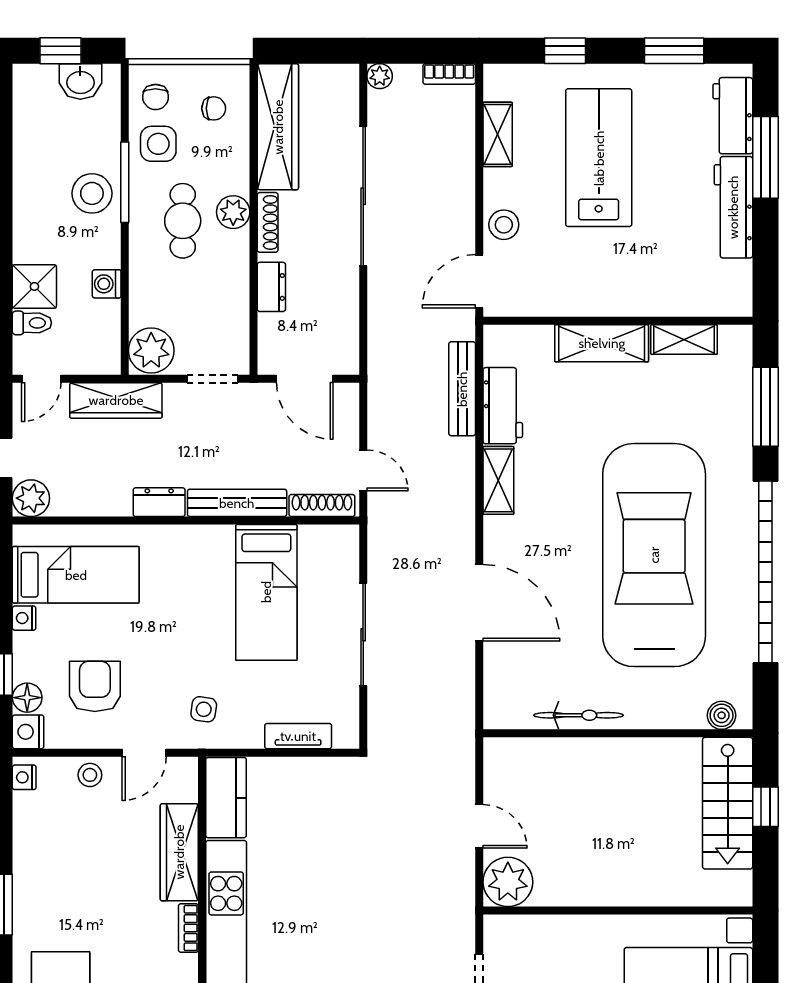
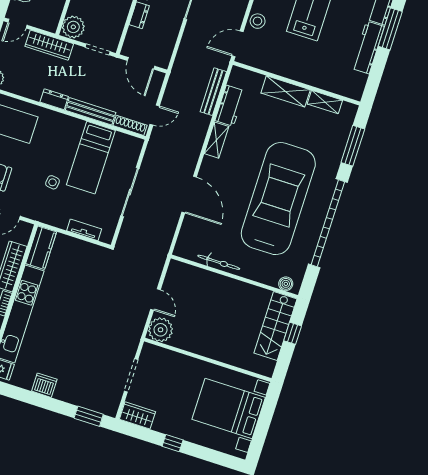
door: (363, 470) -> (155, 115), hinge flipped
side table: (204, 709) -> (52, 182), moved

